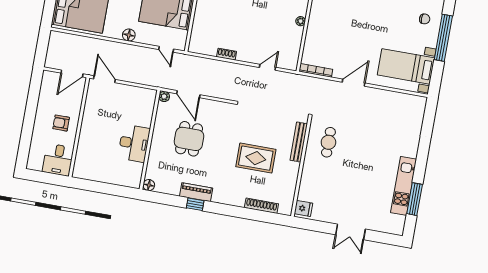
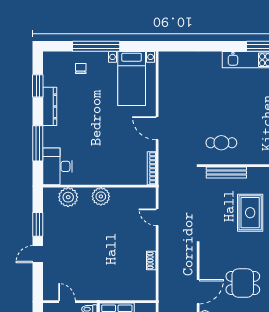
plant: (301, 21) -> (101, 196), width x1.88, depth x1.88

